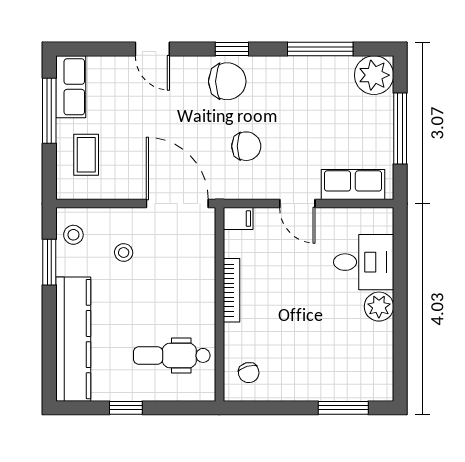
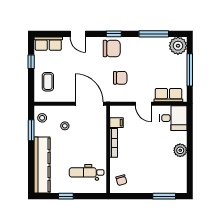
row of seats: (71, 87) -> (48, 44), moved, turned 90
window: (49, 111) -> (31, 62), width x0.46
filing cabinet: (238, 219) -> (117, 123), moved
desk: (364, 262) -> (173, 118), moved

